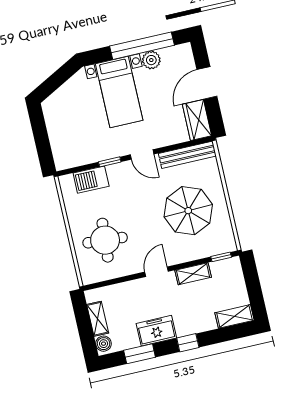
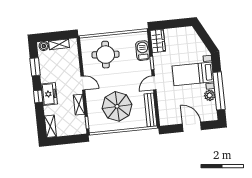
wardrobe: (197, 120) -> (158, 41), moved, turned 90
freezer: (156, 331) -> (49, 94), moved

